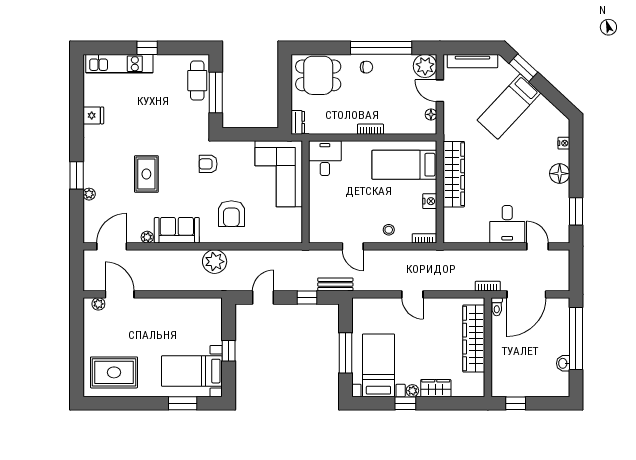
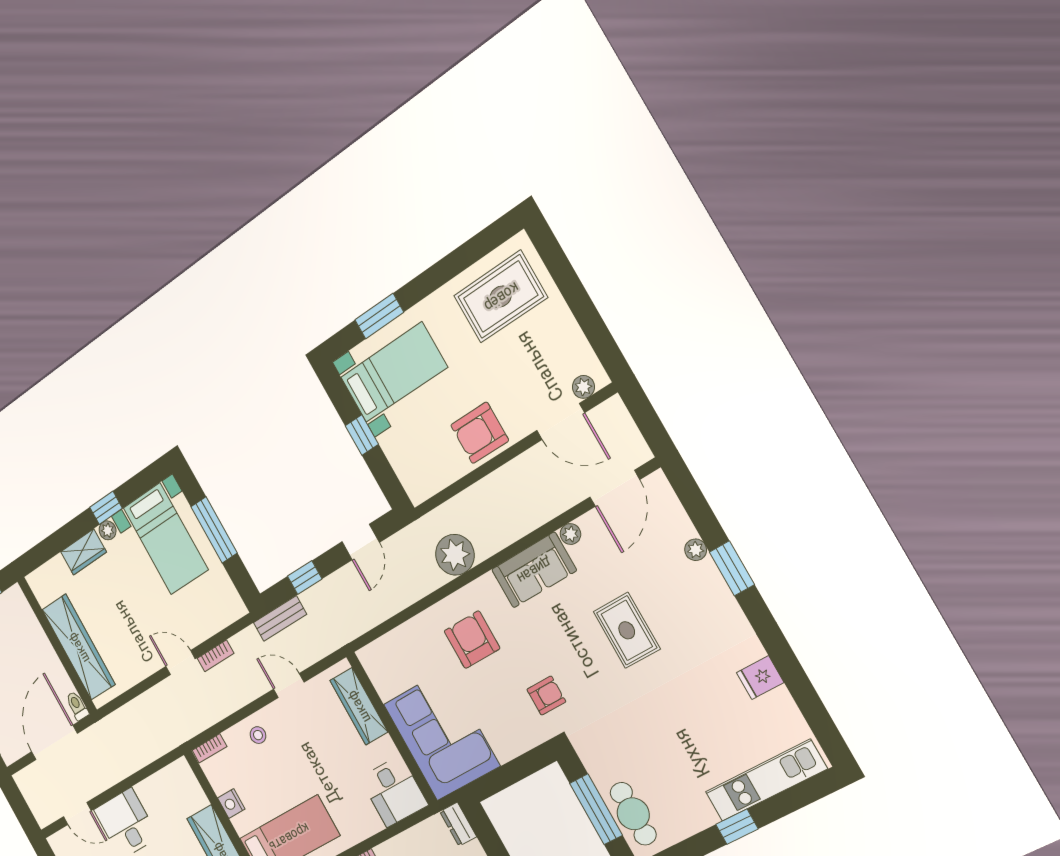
wardrobe: (317, 213) -> (359, 706), added
bookcase: (488, 286) -> (216, 656), moved
armchair: (165, 314) -> (480, 433), added

